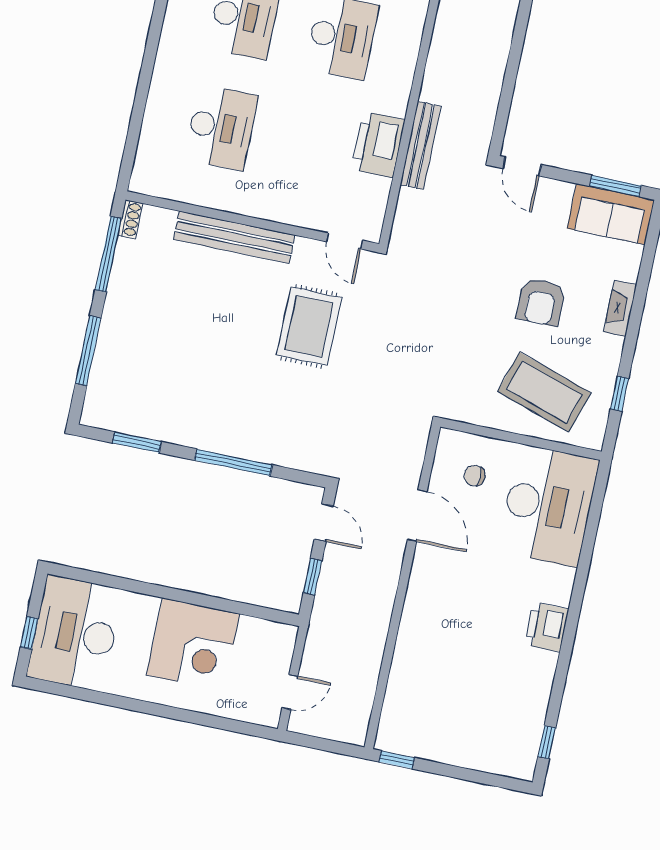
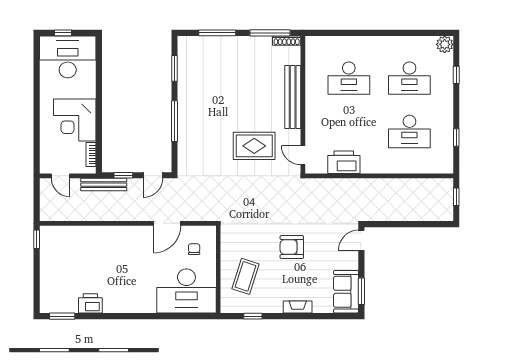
printer: (378, 145) -> (344, 162), moved
bench: (421, 146) -> (104, 185), moved
shoe rack: (130, 219) -> (287, 41), width x1.43
door: (345, 241) -> (303, 155), hinge flipped
armchair: (541, 302) -> (292, 247), moved
coffee table: (544, 392) -> (246, 276), width x0.73, depth x0.76
printer: (547, 627) -> (90, 303), moved
bookcase: (262, 628) -> (91, 155), added
window: (547, 742) -> (62, 316), width x1.50

